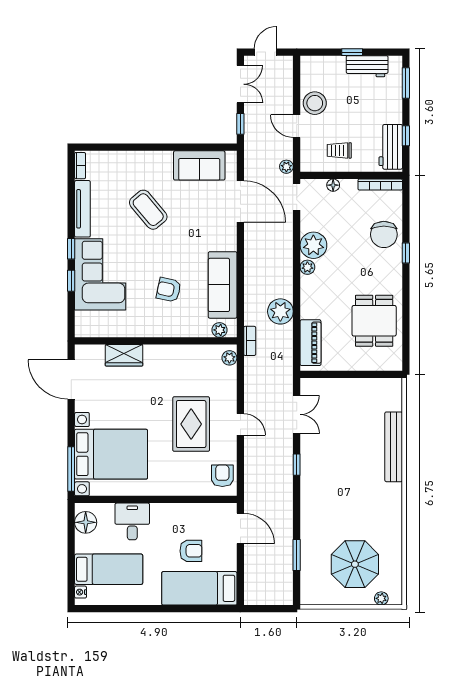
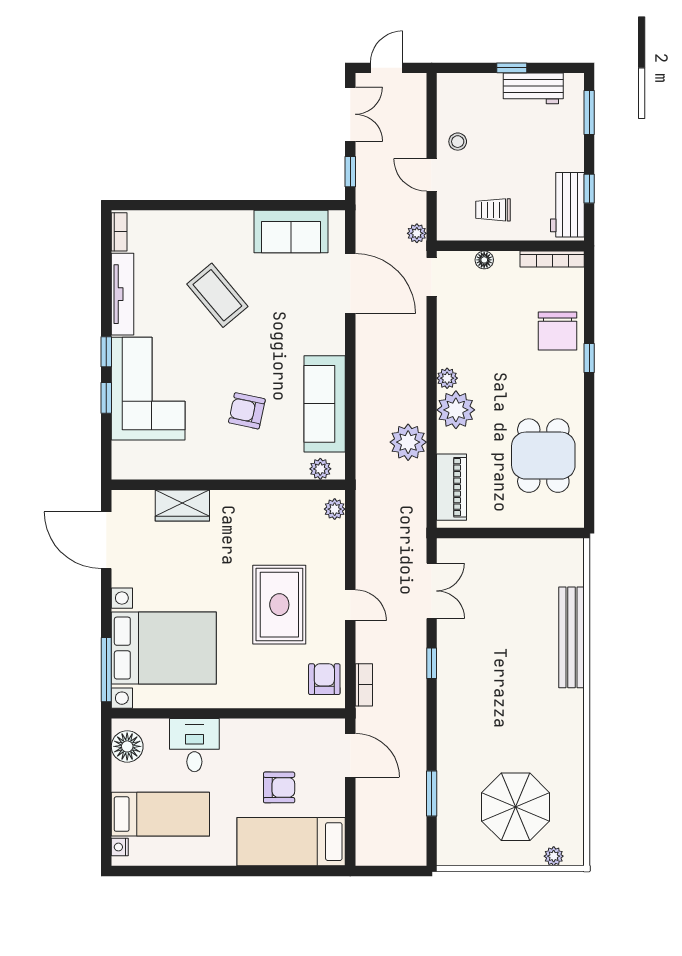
stool: (315, 103) -> (458, 142), width x0.53, depth x0.53
plant: (313, 245) -> (456, 410), moved
bookcase: (250, 341) -> (364, 685), moved

